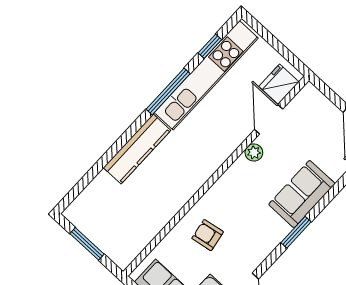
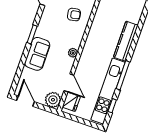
plant: (309, 102) -> (53, 100), added
plant: (254, 153) -> (73, 53), moved

